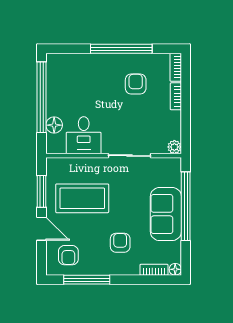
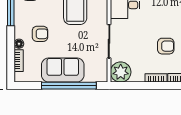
plant: (174, 147) -> (121, 72), width x1.88, depth x1.88
floor lamp: (175, 269) -> (19, 44), moved

